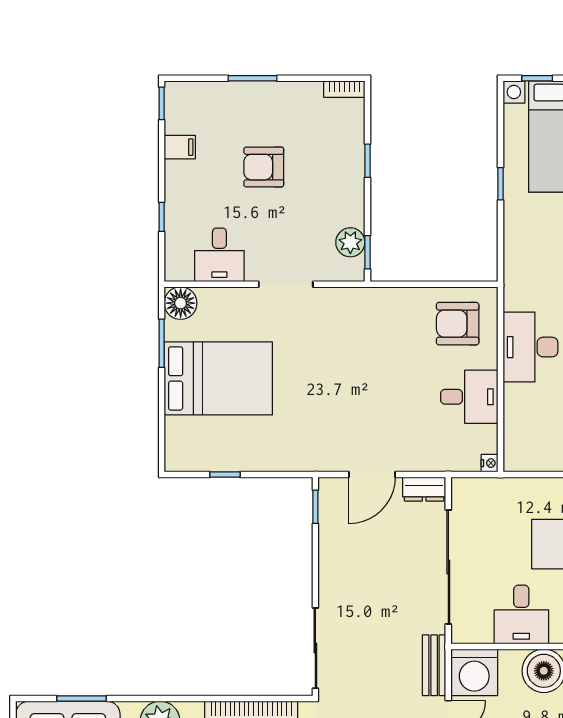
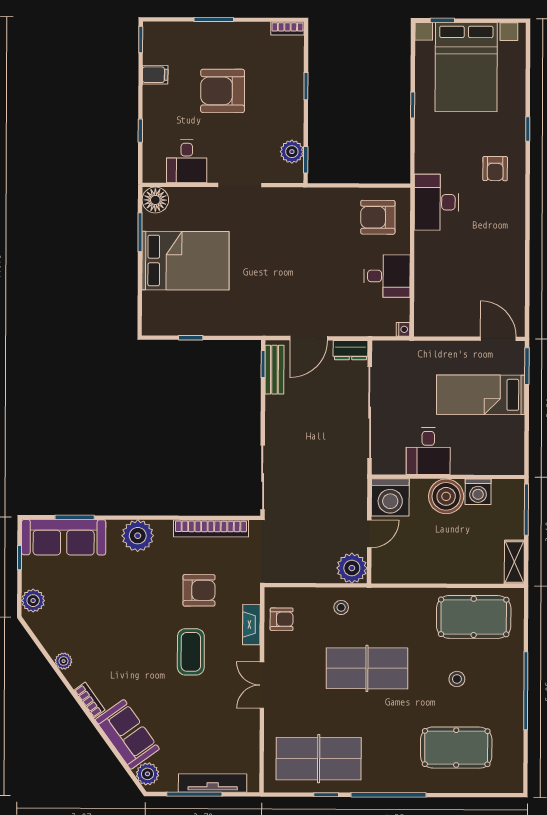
armchair: (264, 167) -> (223, 91), width x1.36, depth x1.36
desk: (531, 347) -> (436, 202), moved
bench: (434, 665) -> (274, 370), moved

